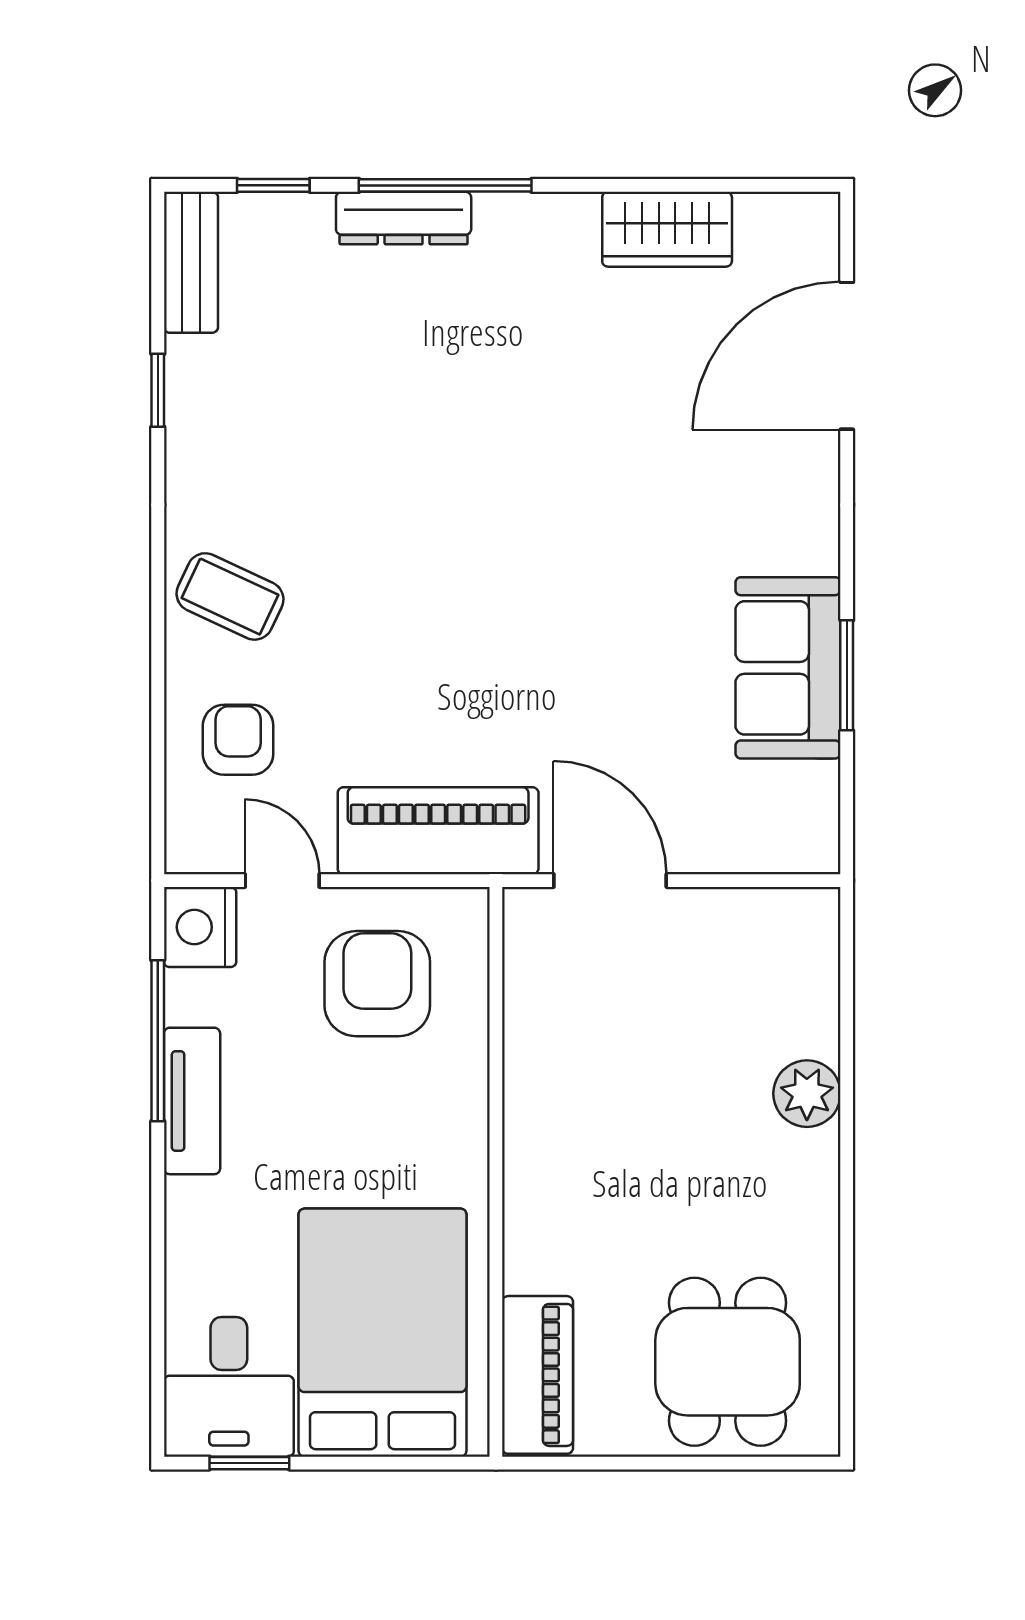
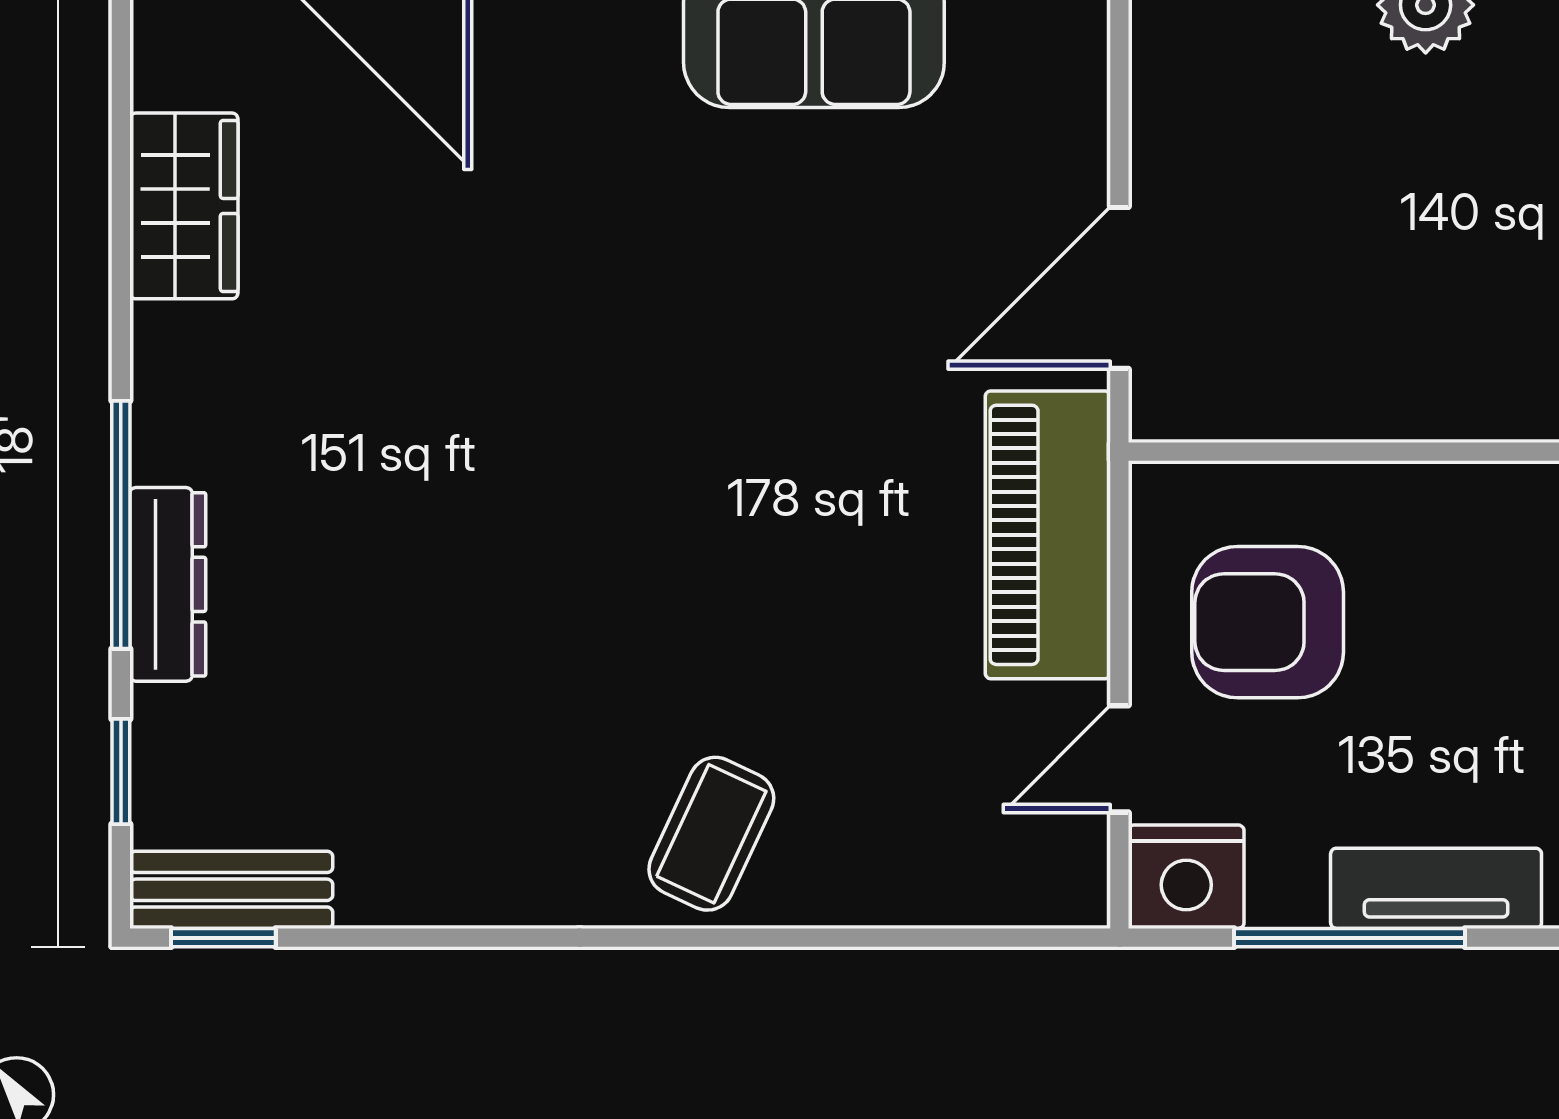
window: (158, 390) -> (223, 938), moved
armchair: (238, 740) -> (917, 822), removed

